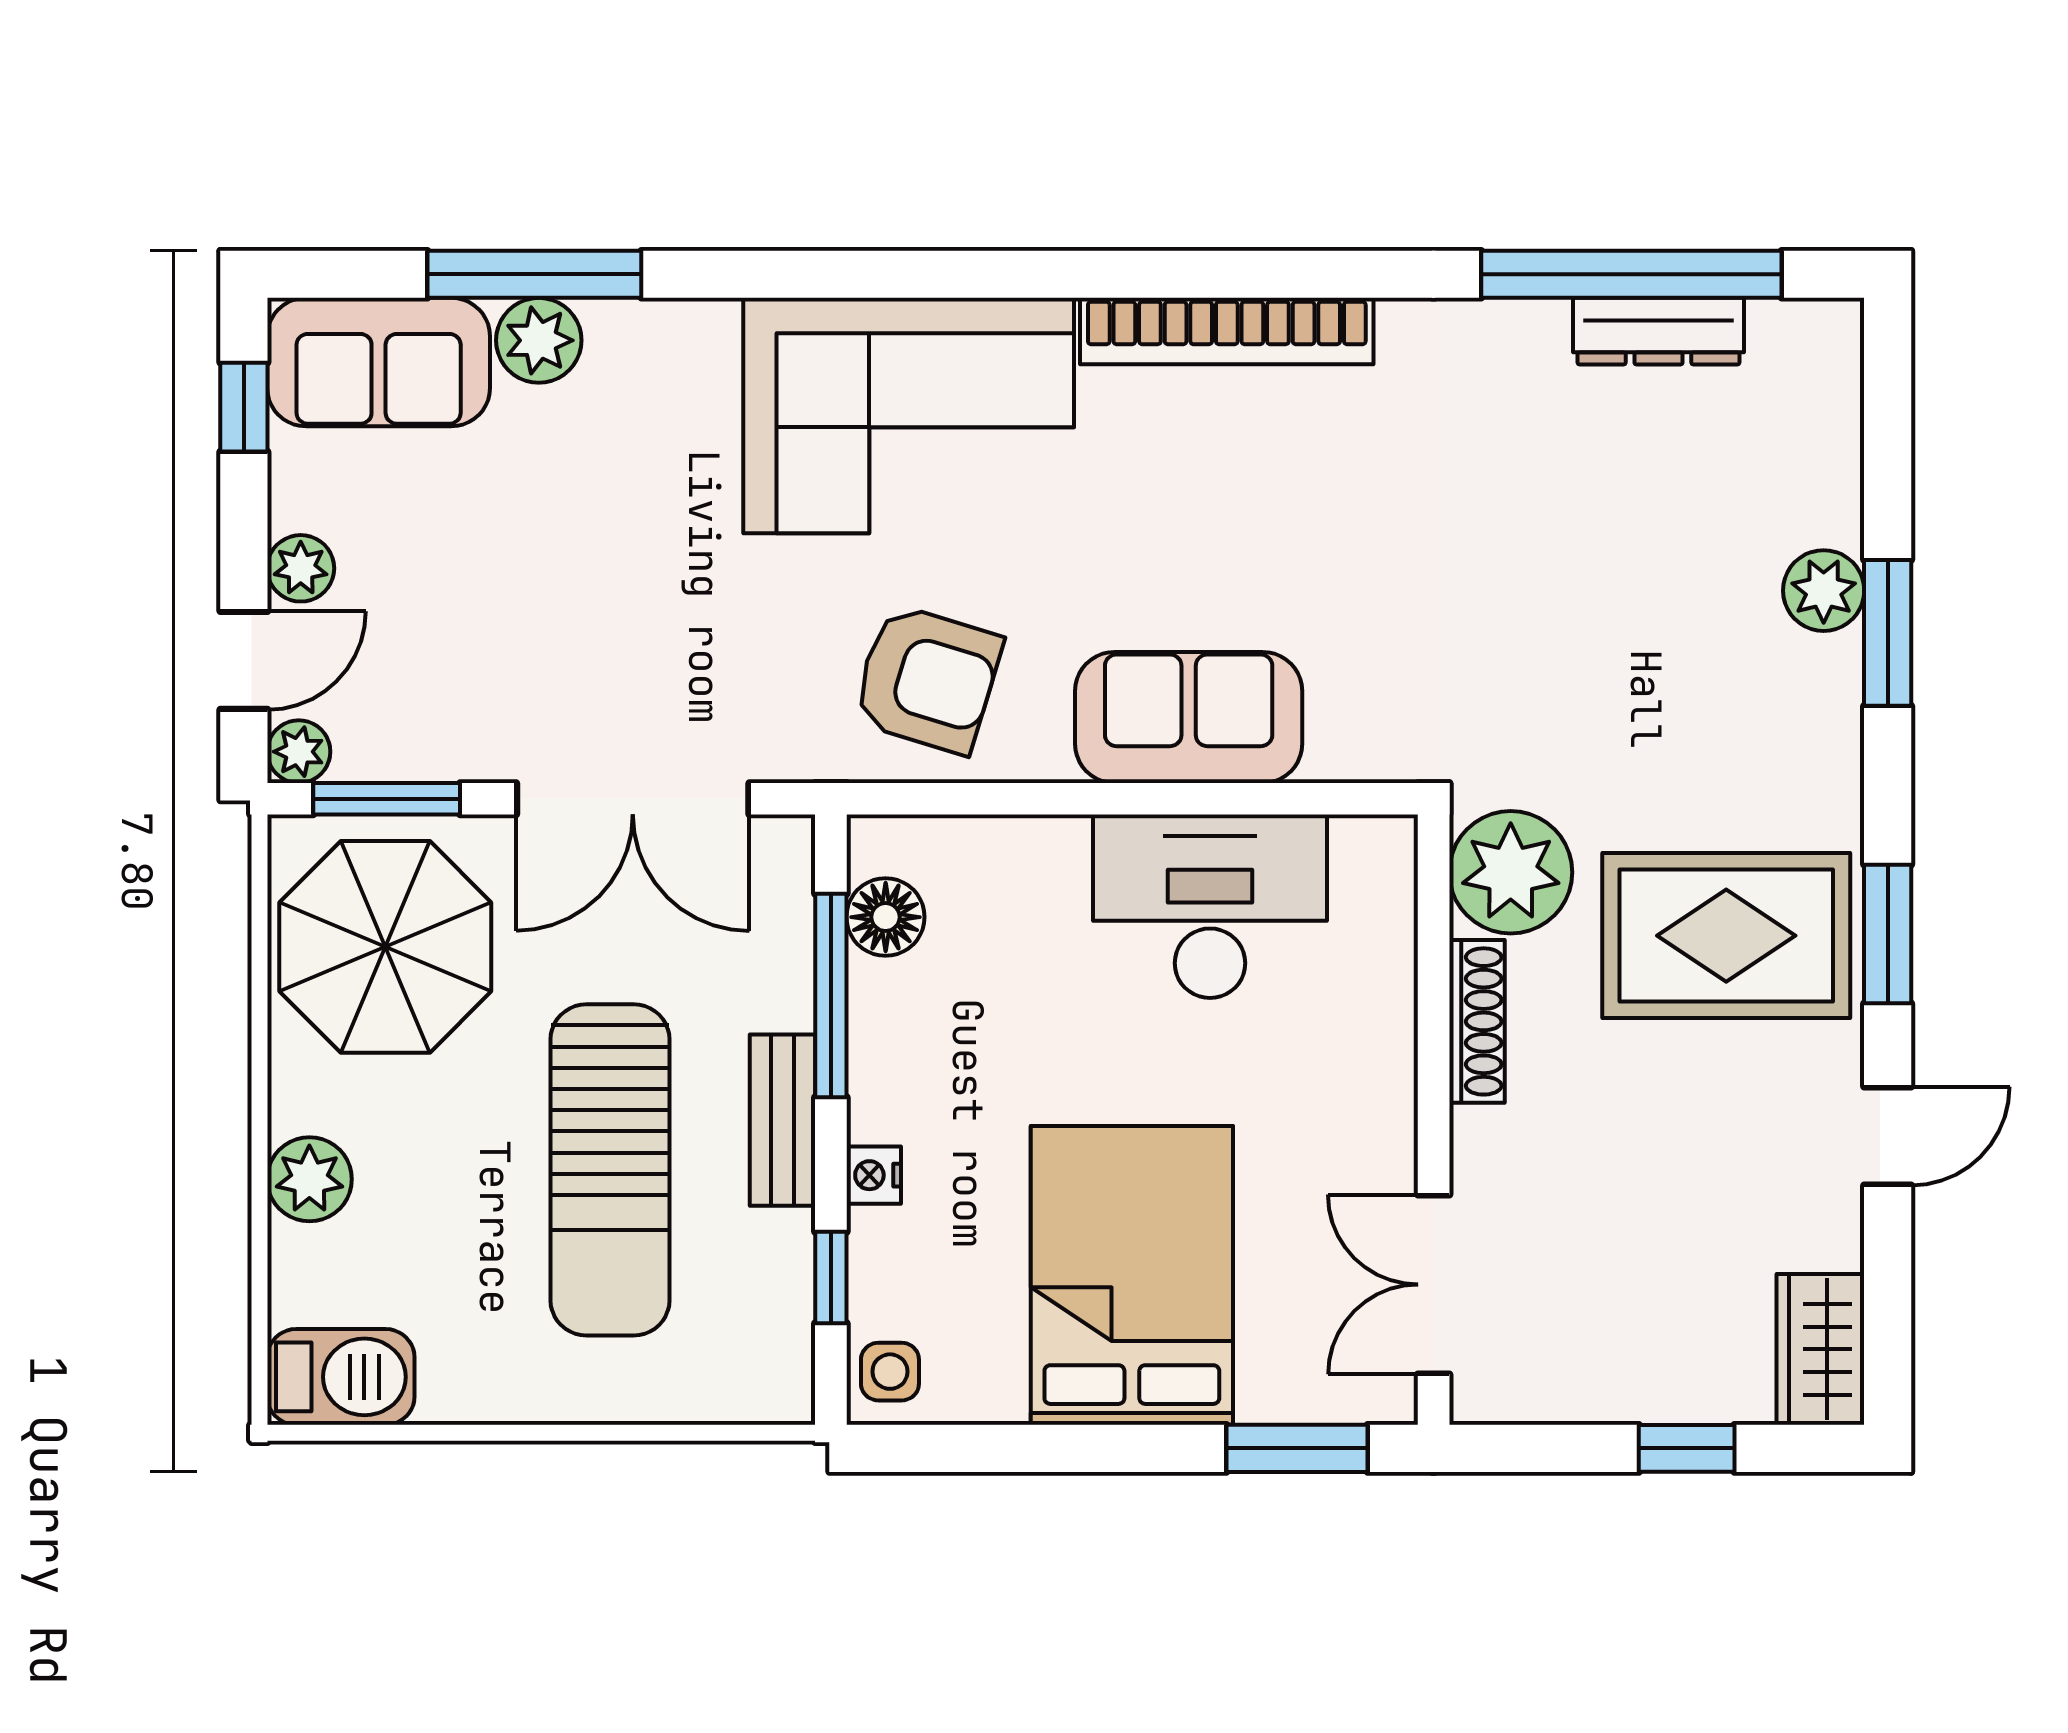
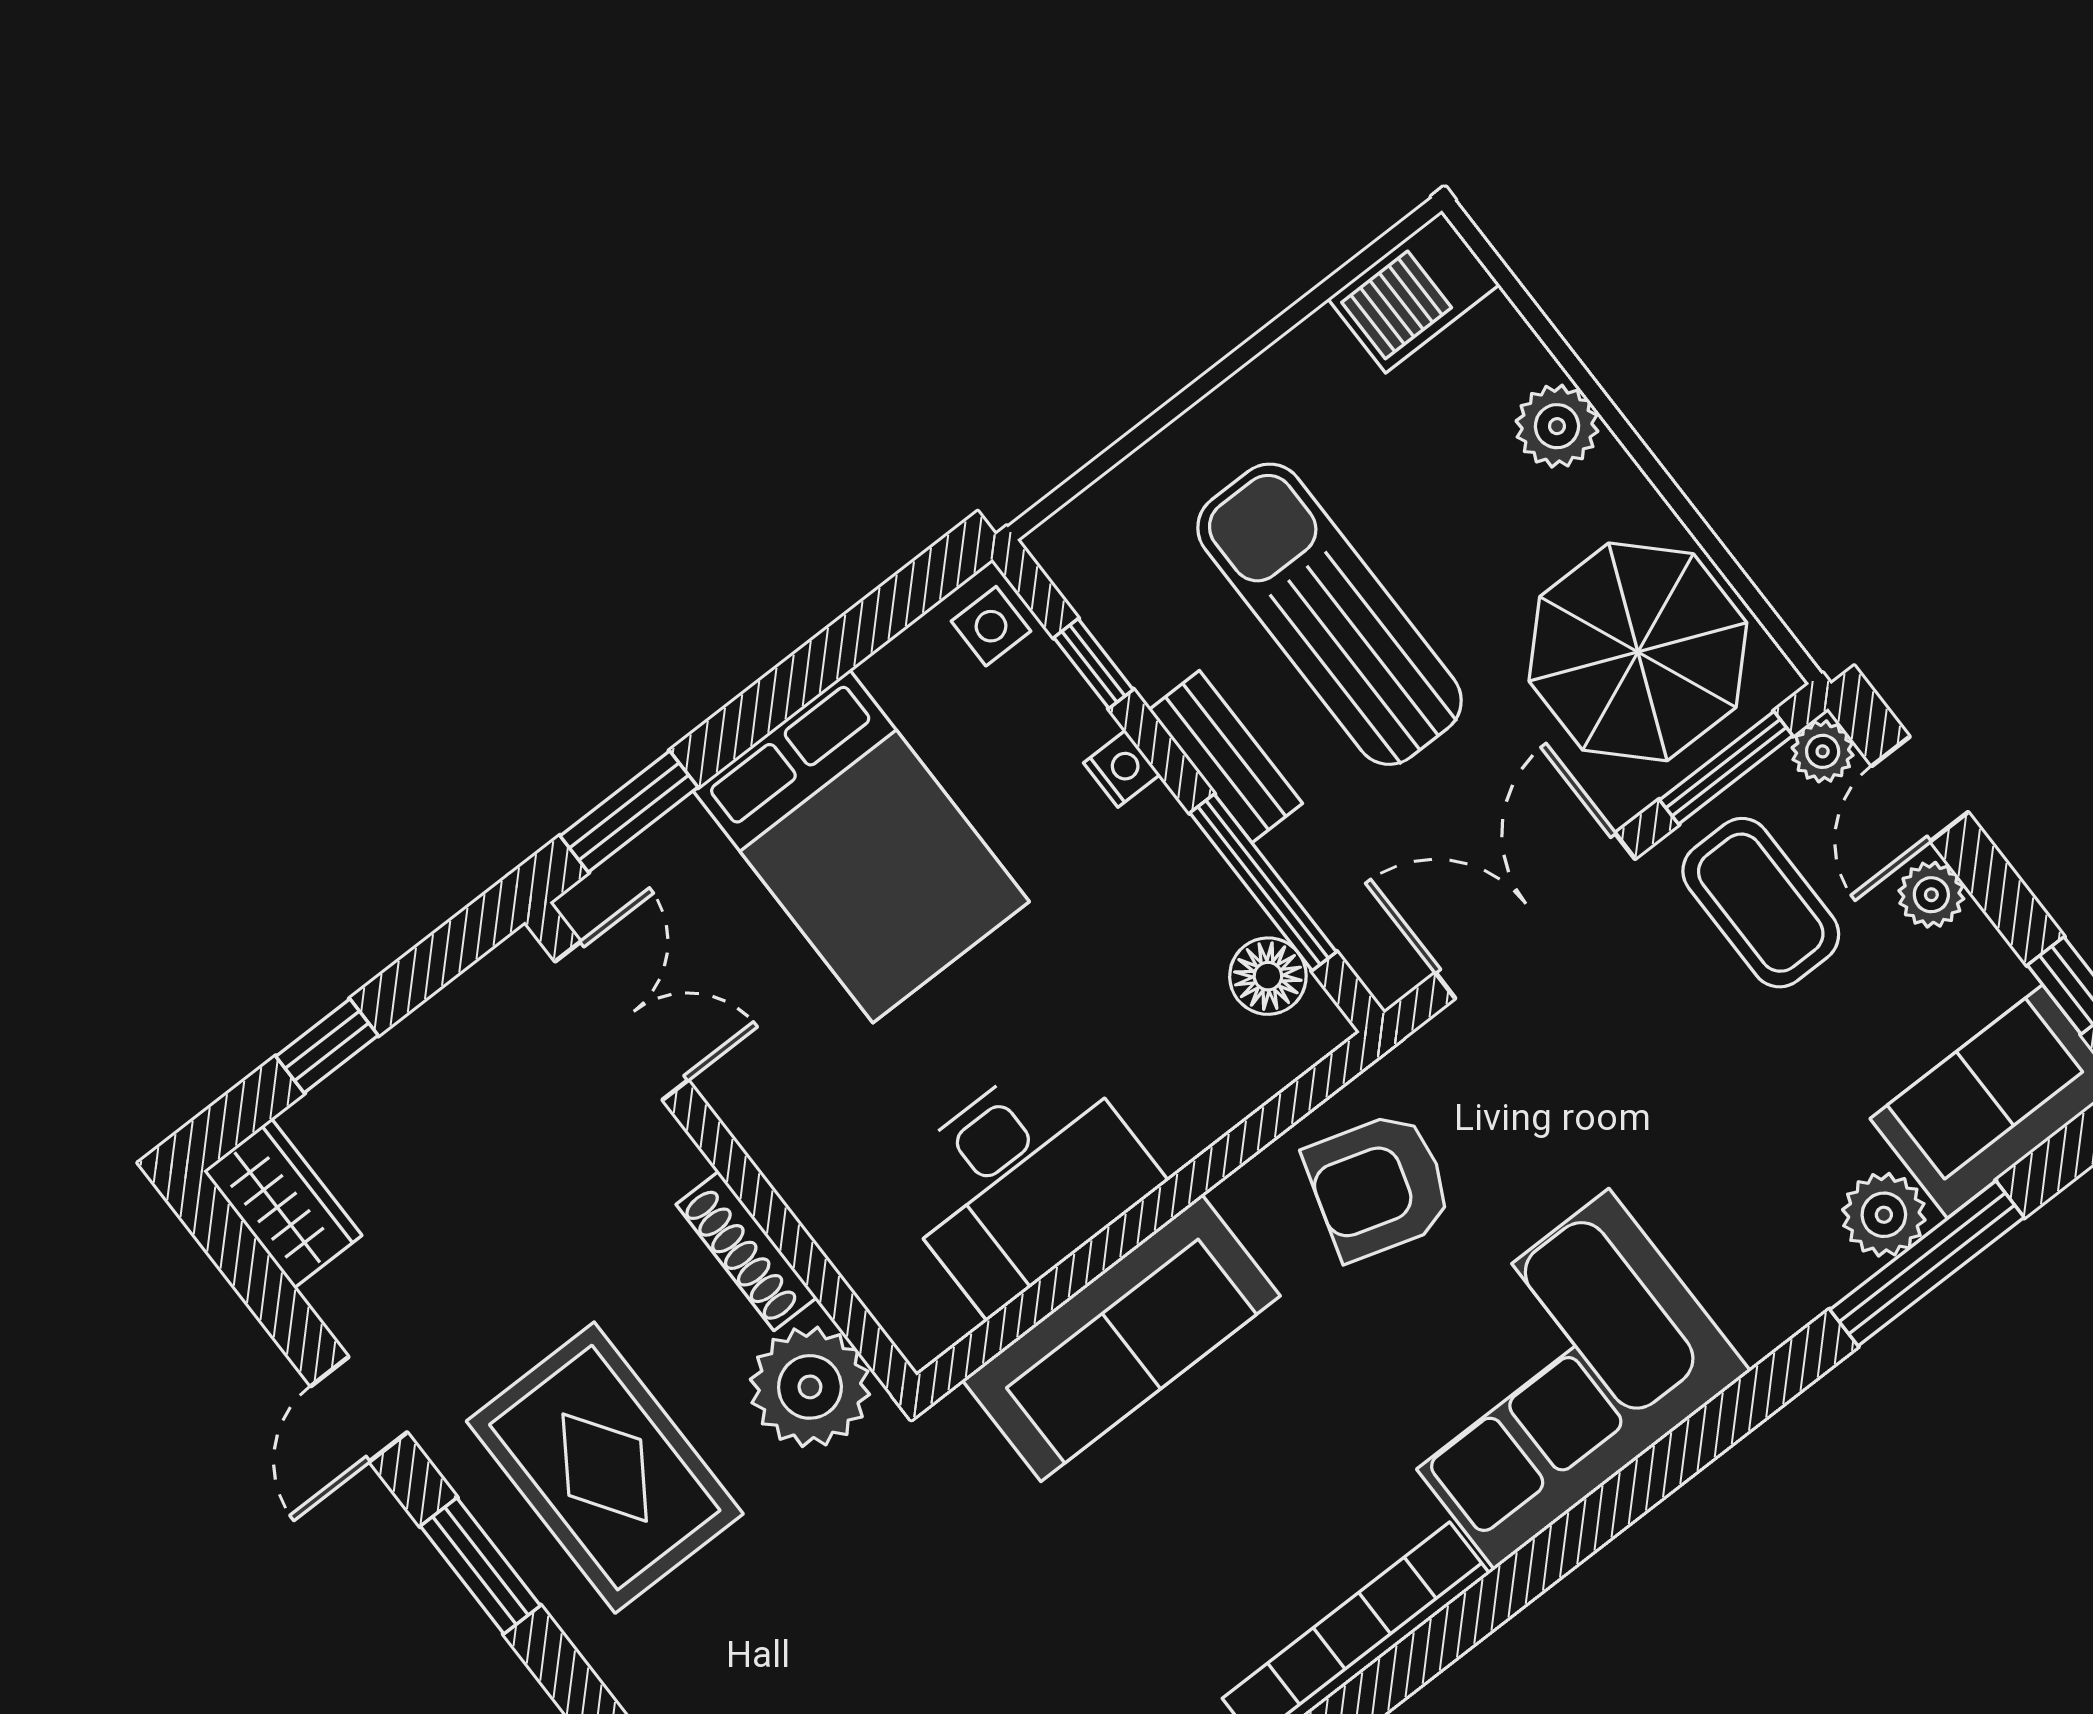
coffee table: (443, 668) -> (1761, 903), added
sofa: (1189, 717) -> (1121, 1338), width x1.36
rug: (1726, 936) -> (605, 1468), turned 90

